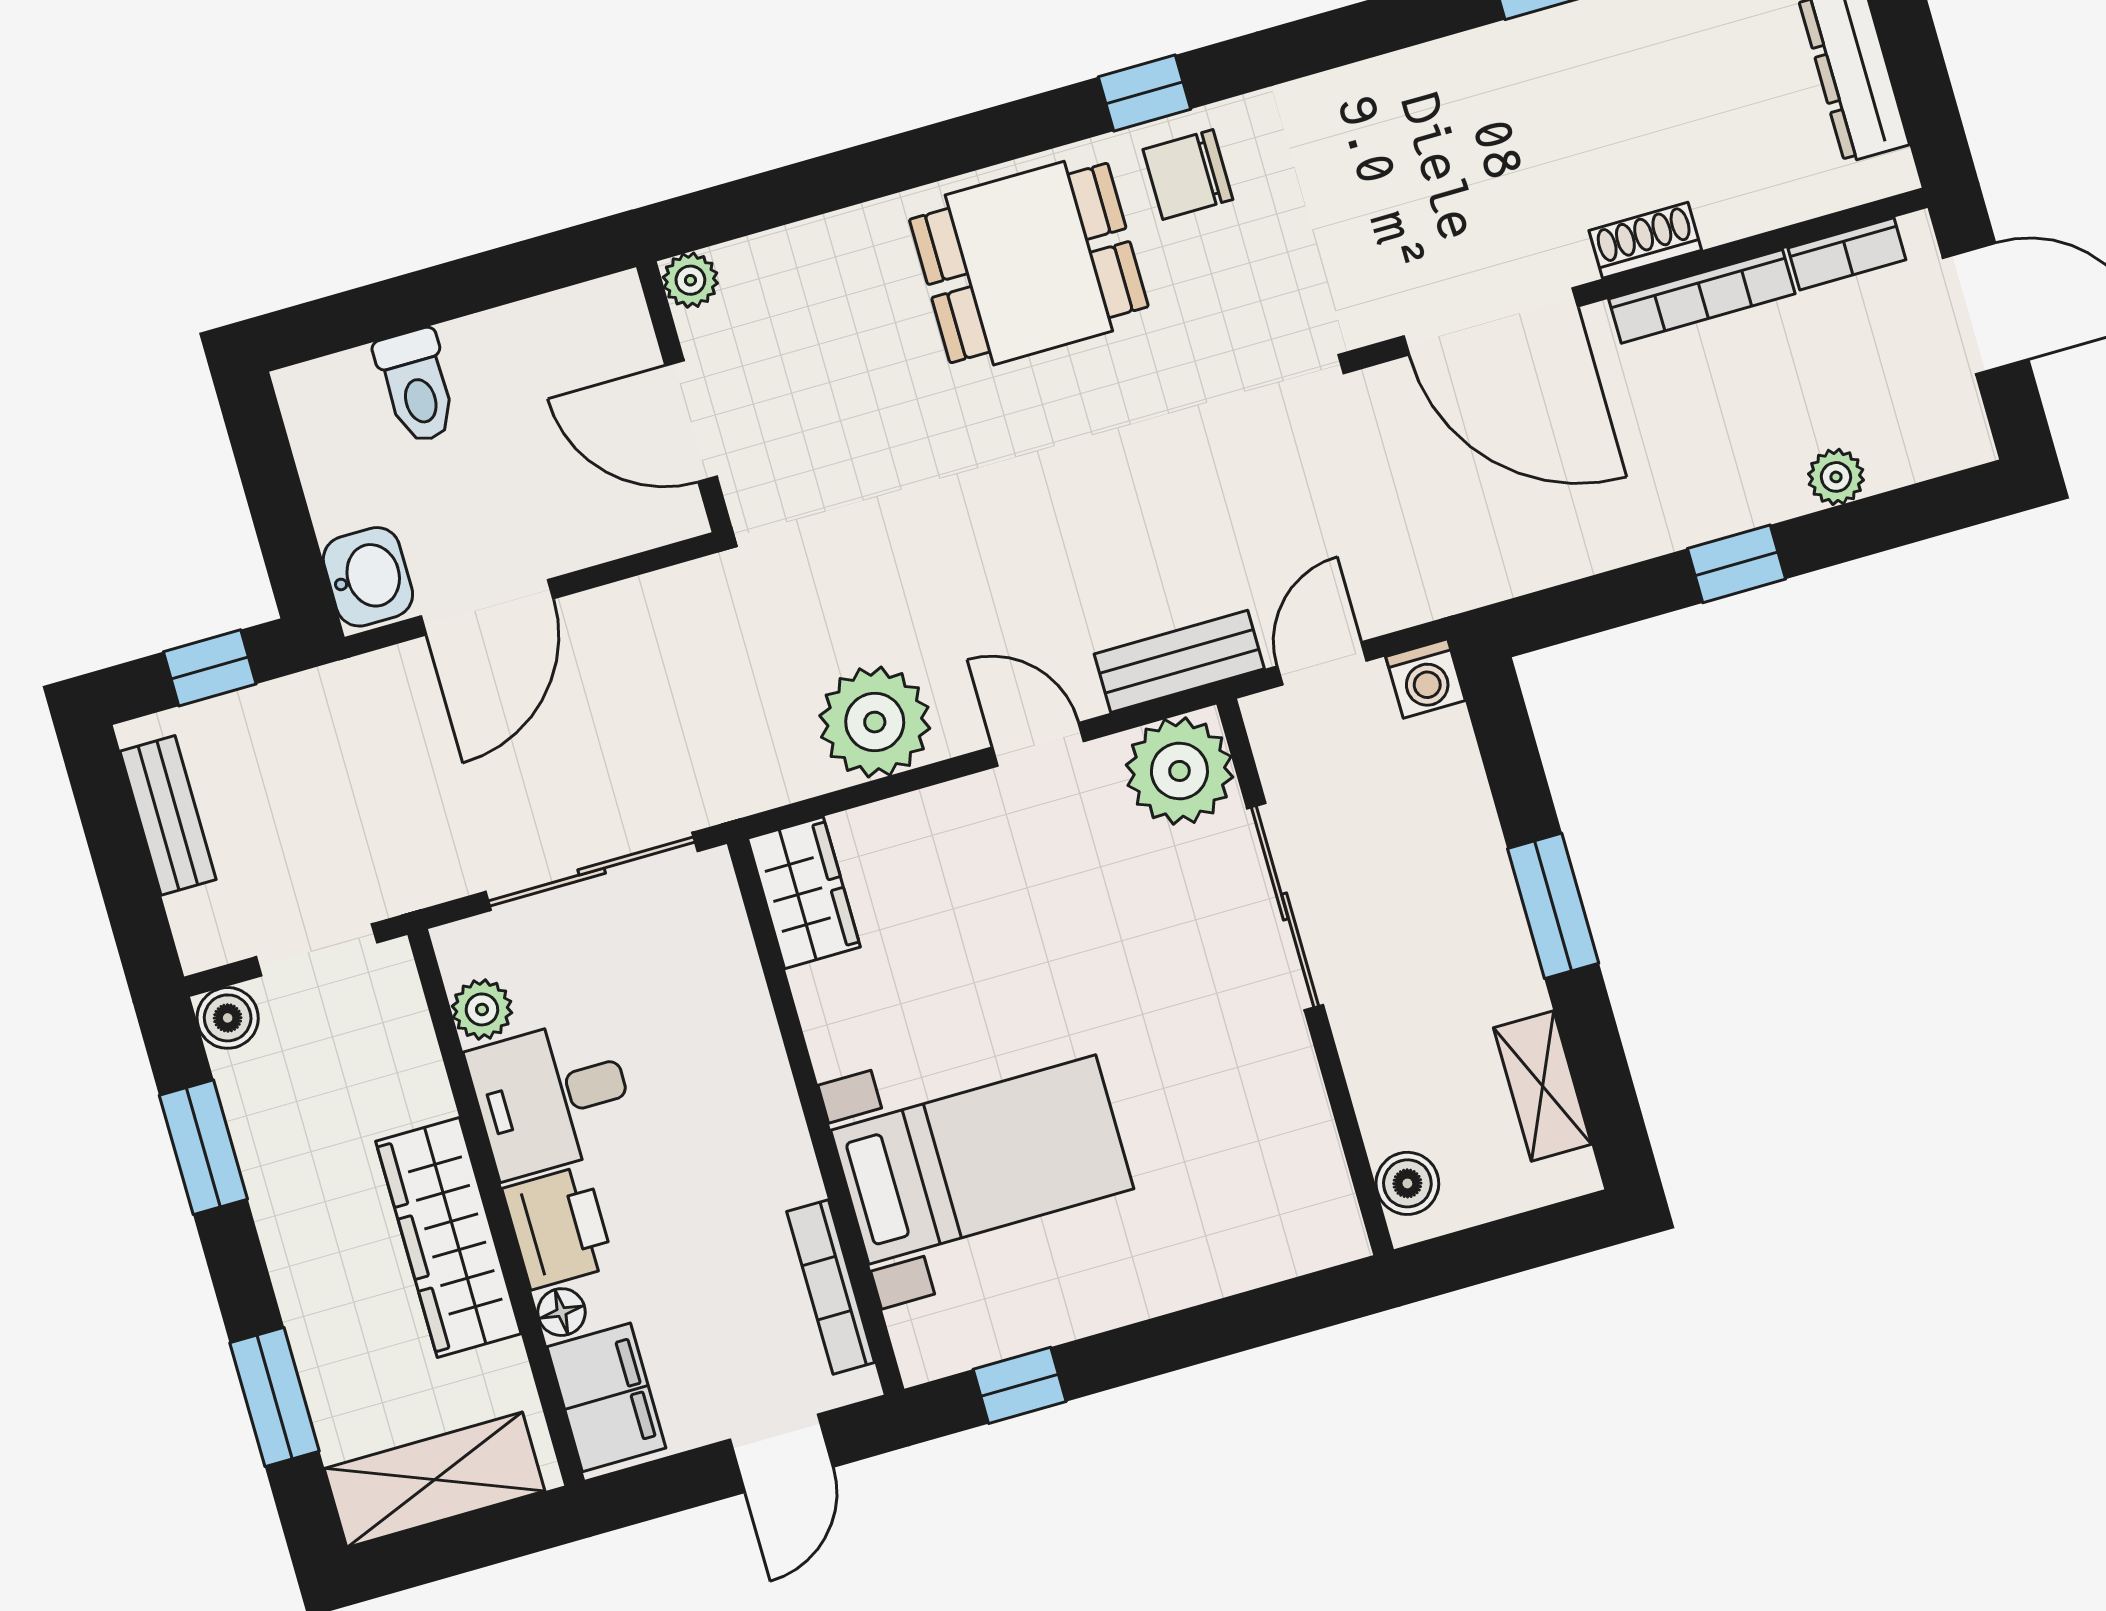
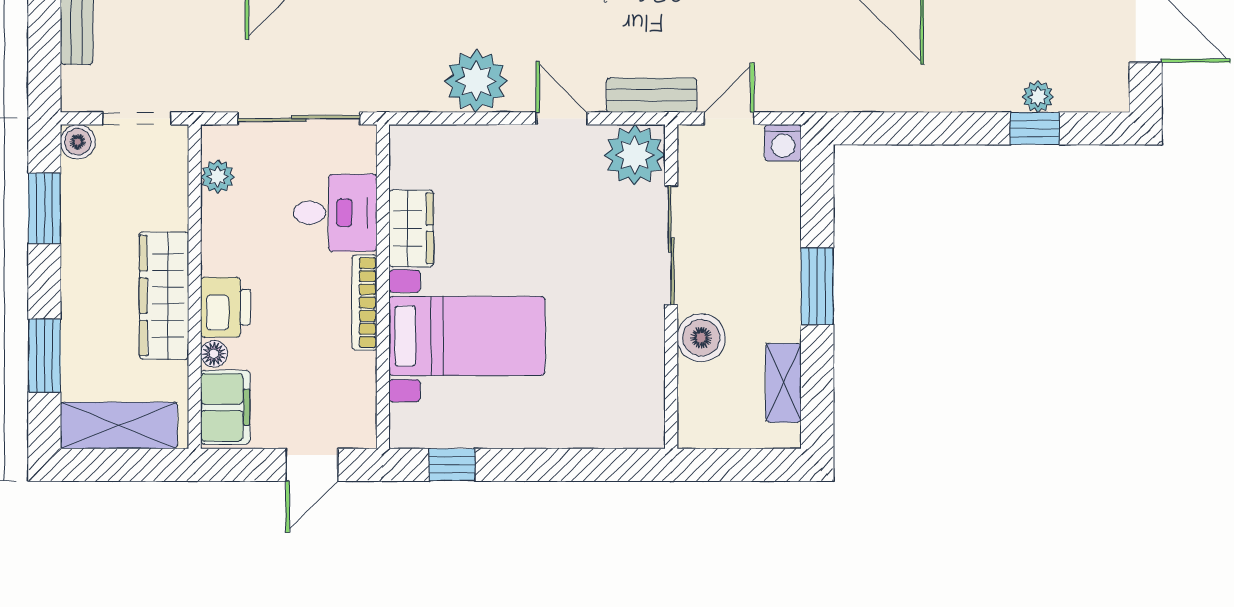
window: (1736, 564) -> (1035, 128), moved
wardrobe: (804, 893) -> (411, 228), moved
desk: (552, 1097) -> (335, 213), moved, turned 180
boiler: (1407, 1183) -> (701, 338), moved, width x1.36, depth x1.36
bookcase: (831, 1287) -> (365, 303), moved

